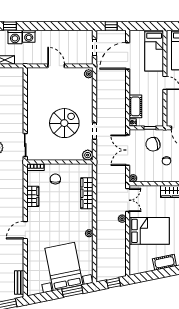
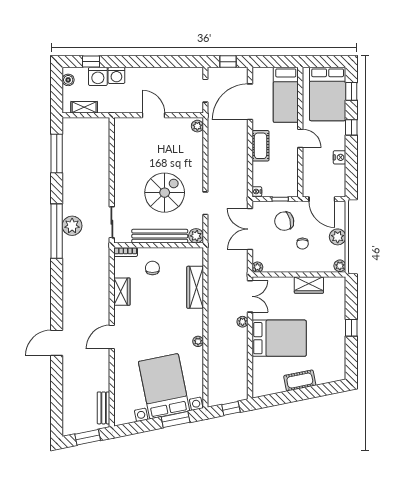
cot: (135, 106) -> (261, 146), moved
bench: (61, 155) -> (160, 236), added

